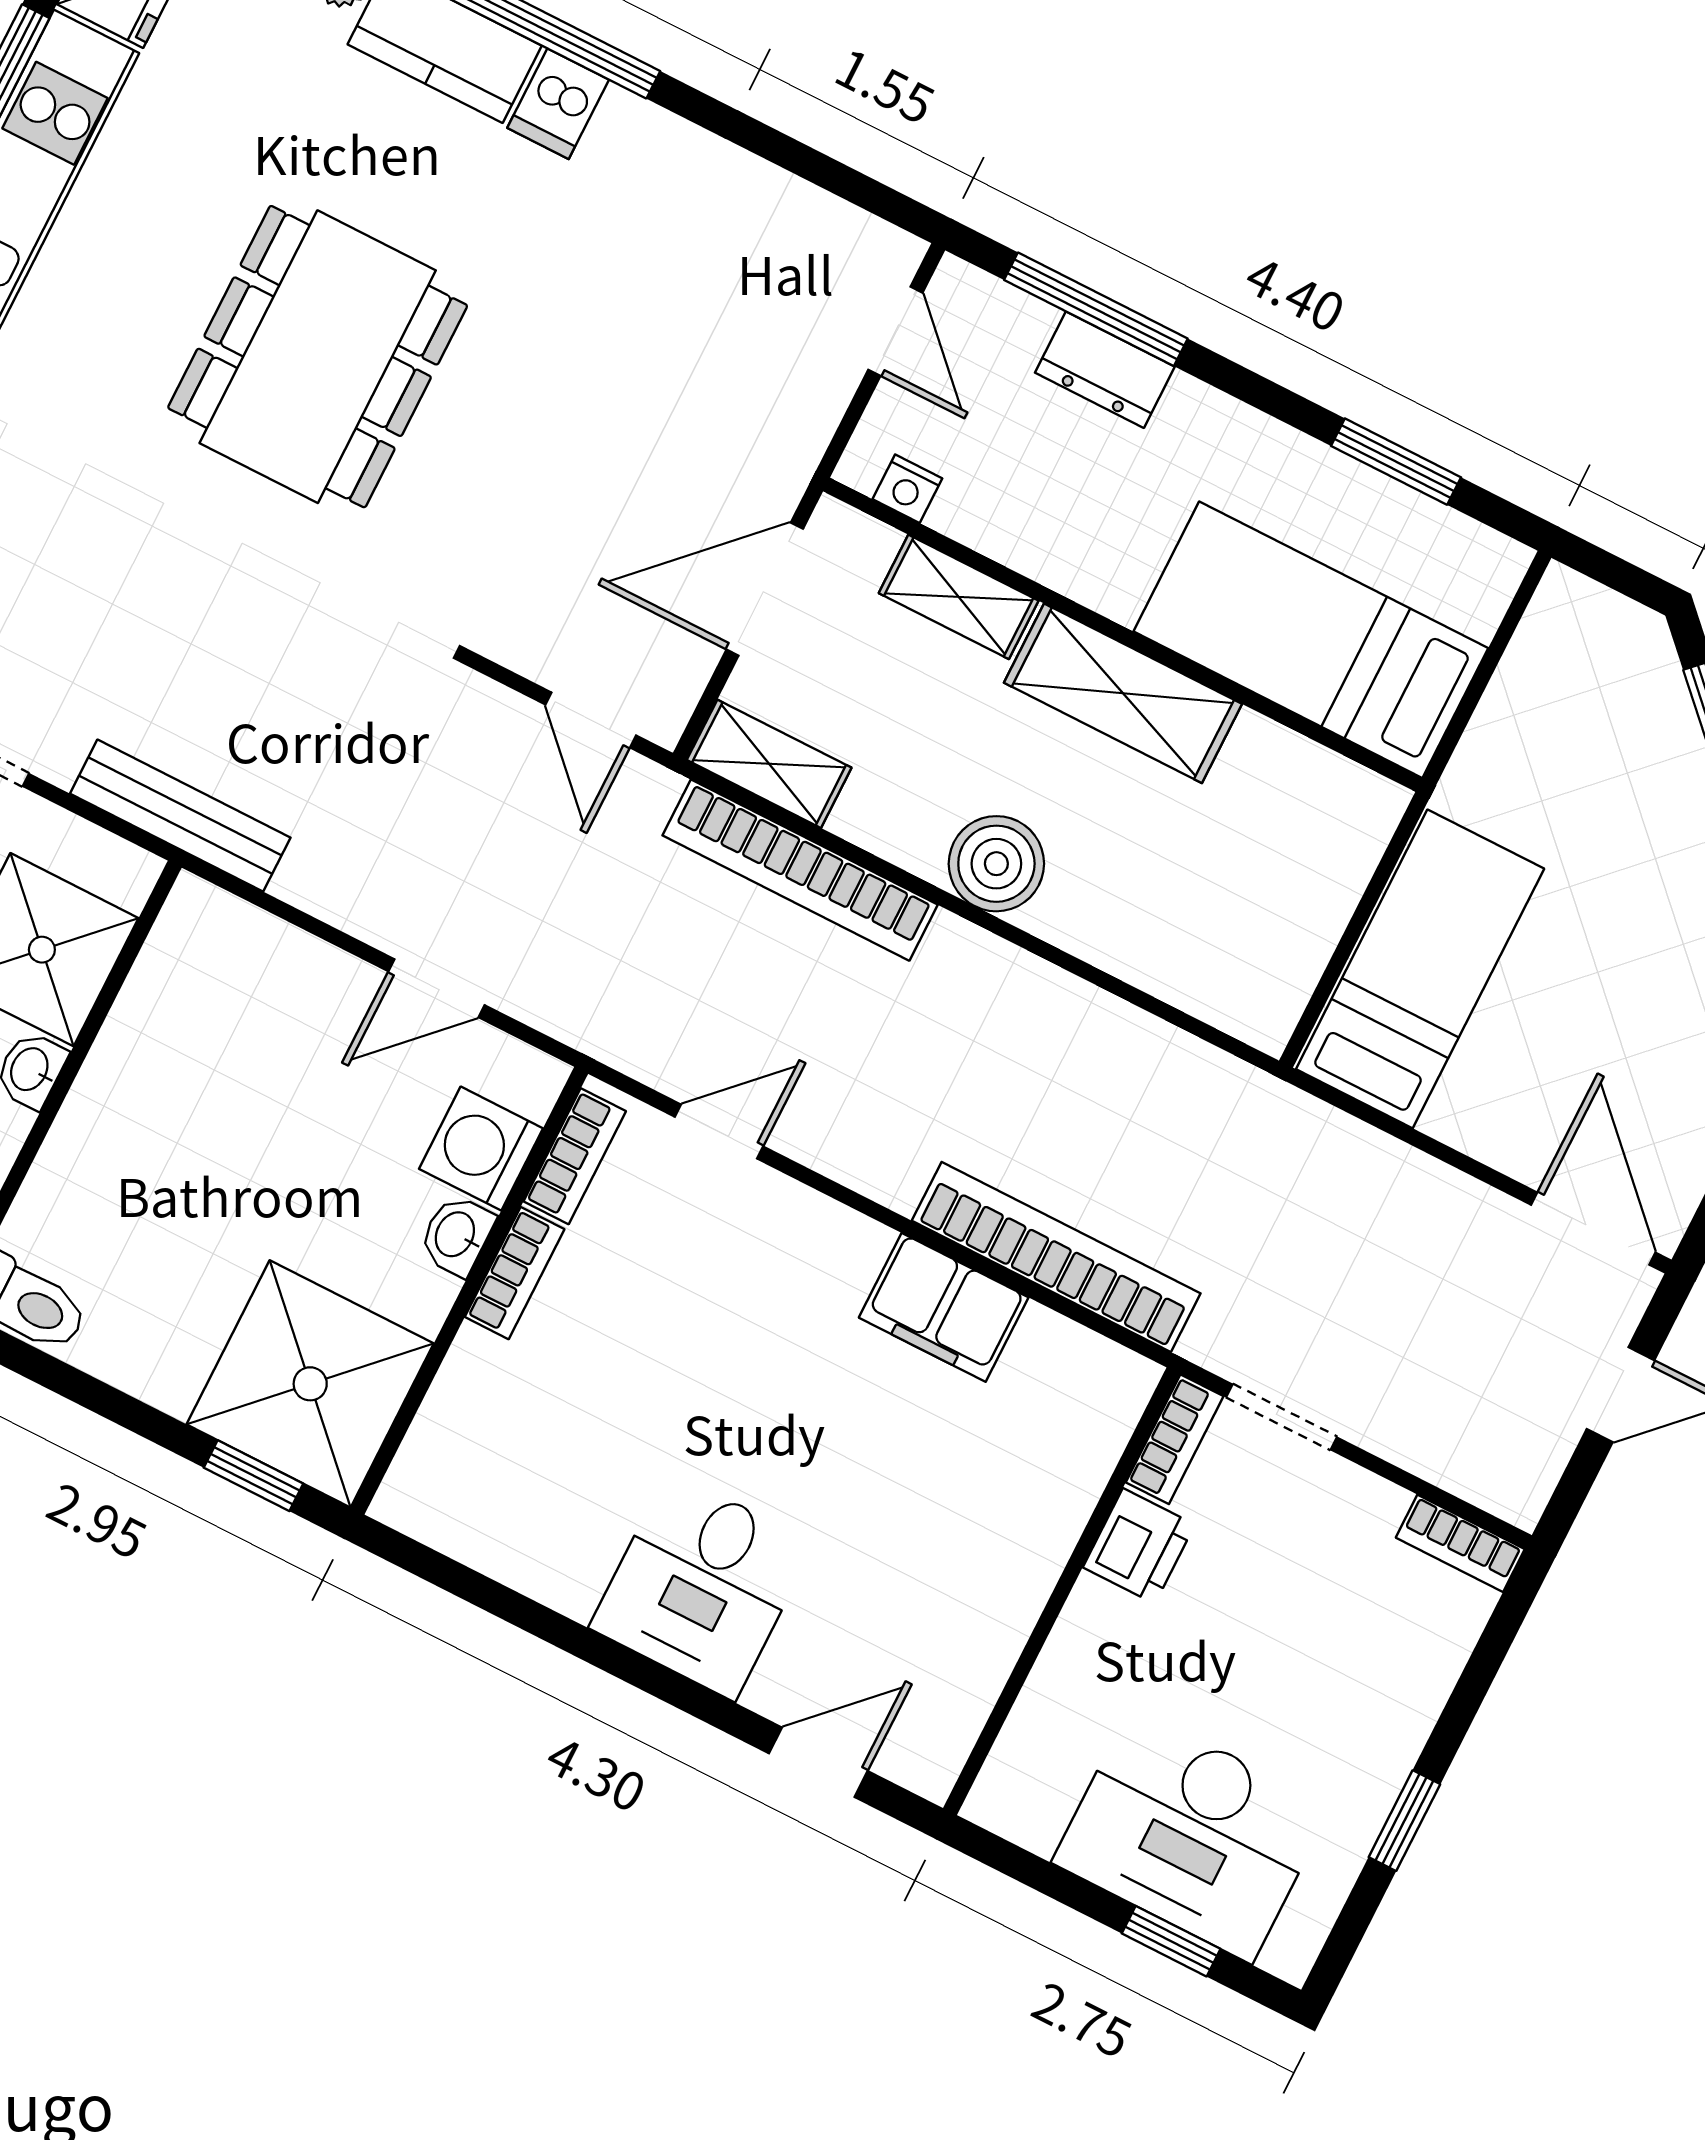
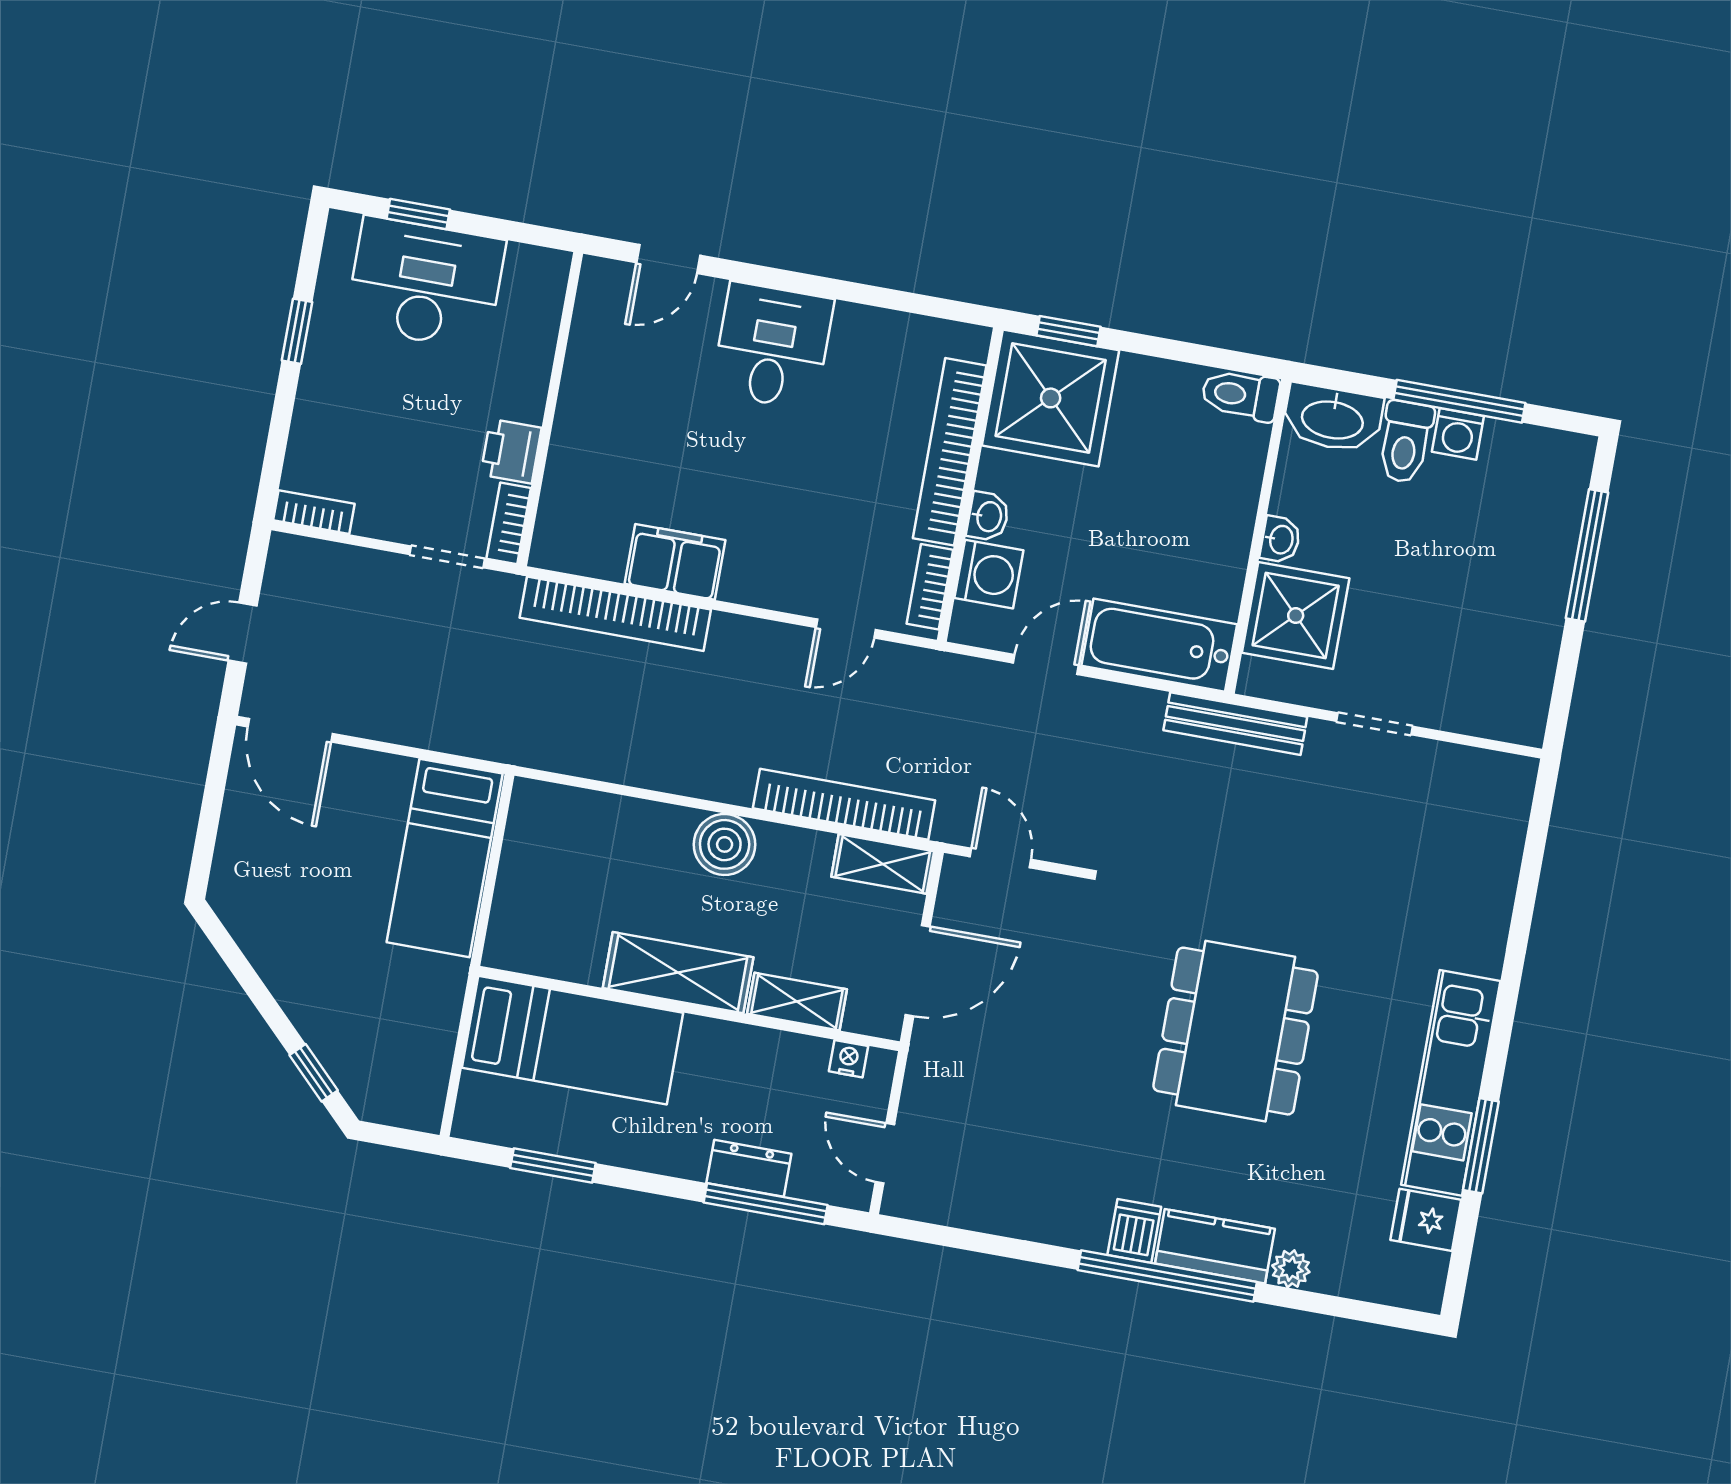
bathtub: (259, 967) -> (1159, 645), added
bookcase: (515, 1273) -> (950, 452), width x2.31, depth x1.31

